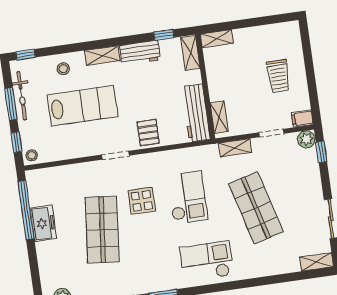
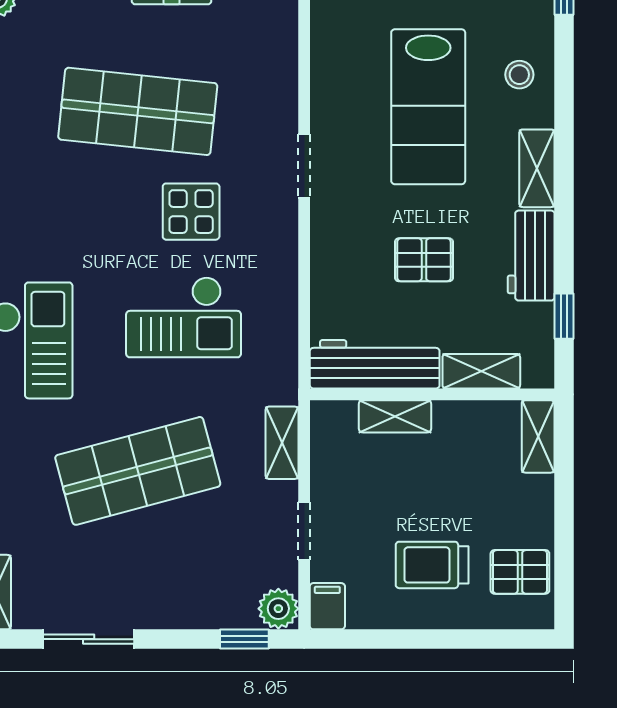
pallet: (276, 38) -> (520, 572), added
shelving: (190, 53) -> (481, 371), moved
shelving: (219, 117) -> (395, 416), moved
pallet: (148, 133) -> (424, 260), moved

